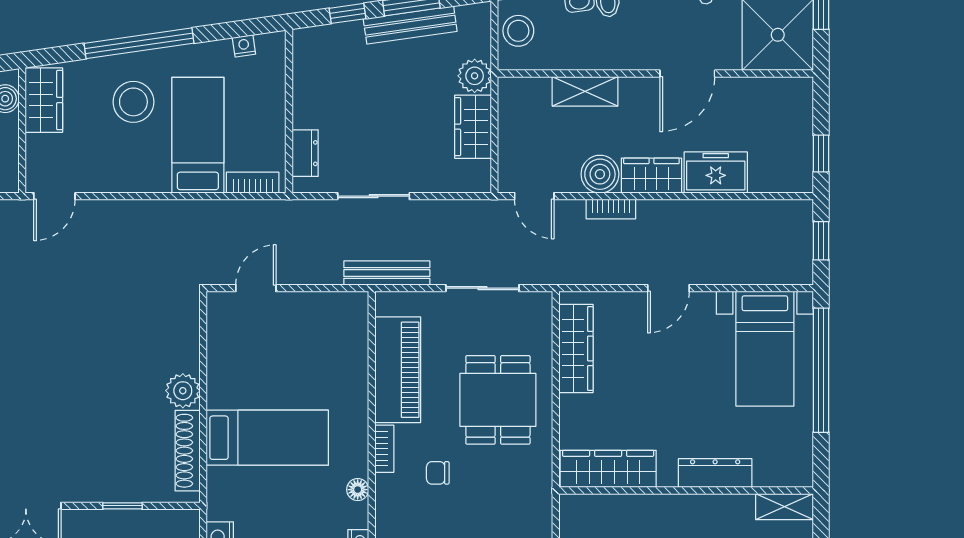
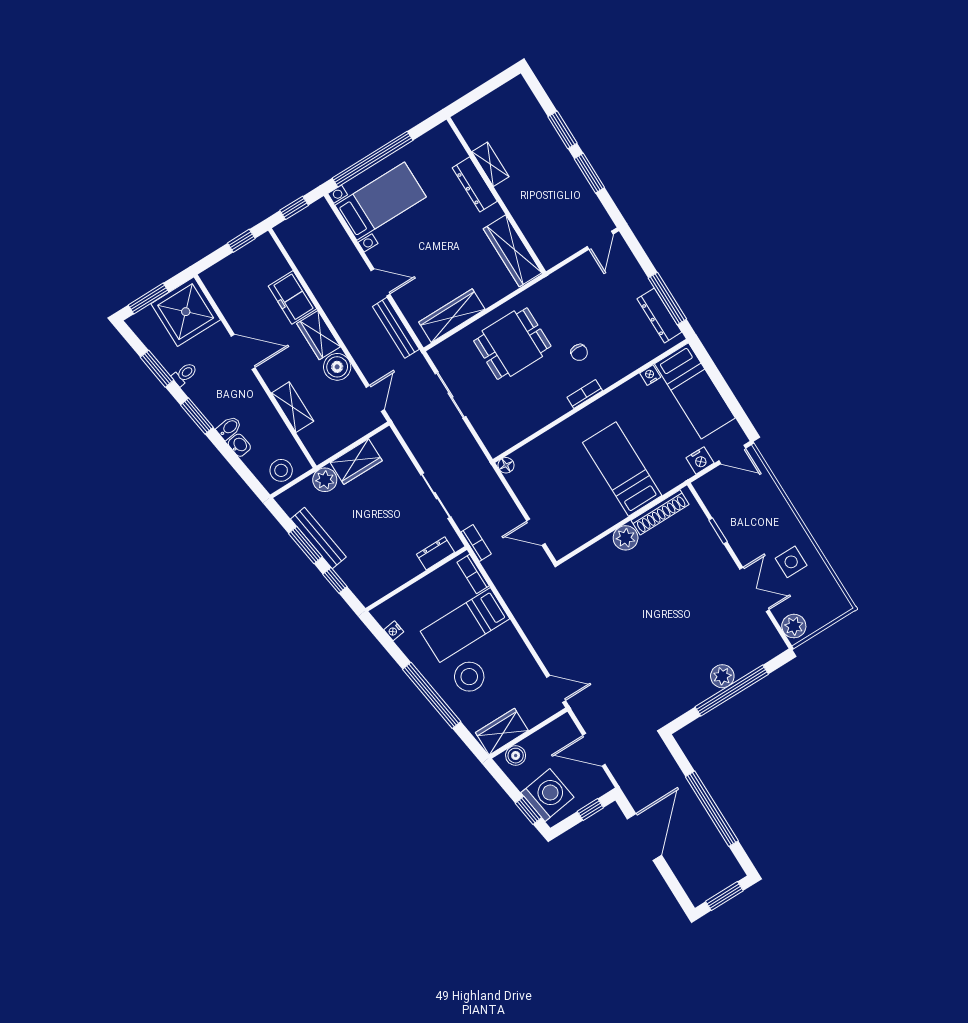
bookcase: (611, 209) -> (476, 543), moved
bench: (387, 273) -> (396, 328), moved
piano: (398, 370) -> (532, 416), removed
floor lamp: (358, 490) -> (506, 465), moved
shelving: (784, 507) -> (490, 164), moved

